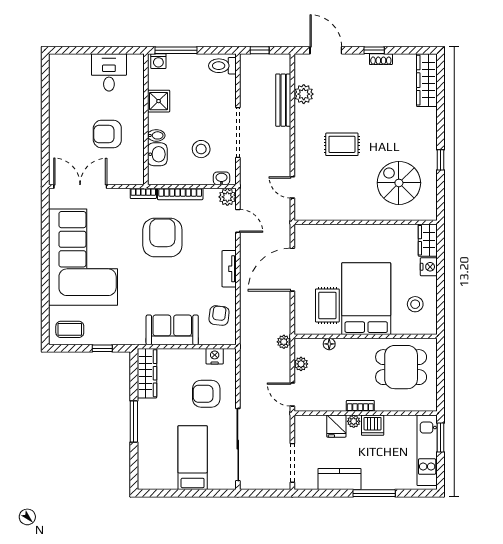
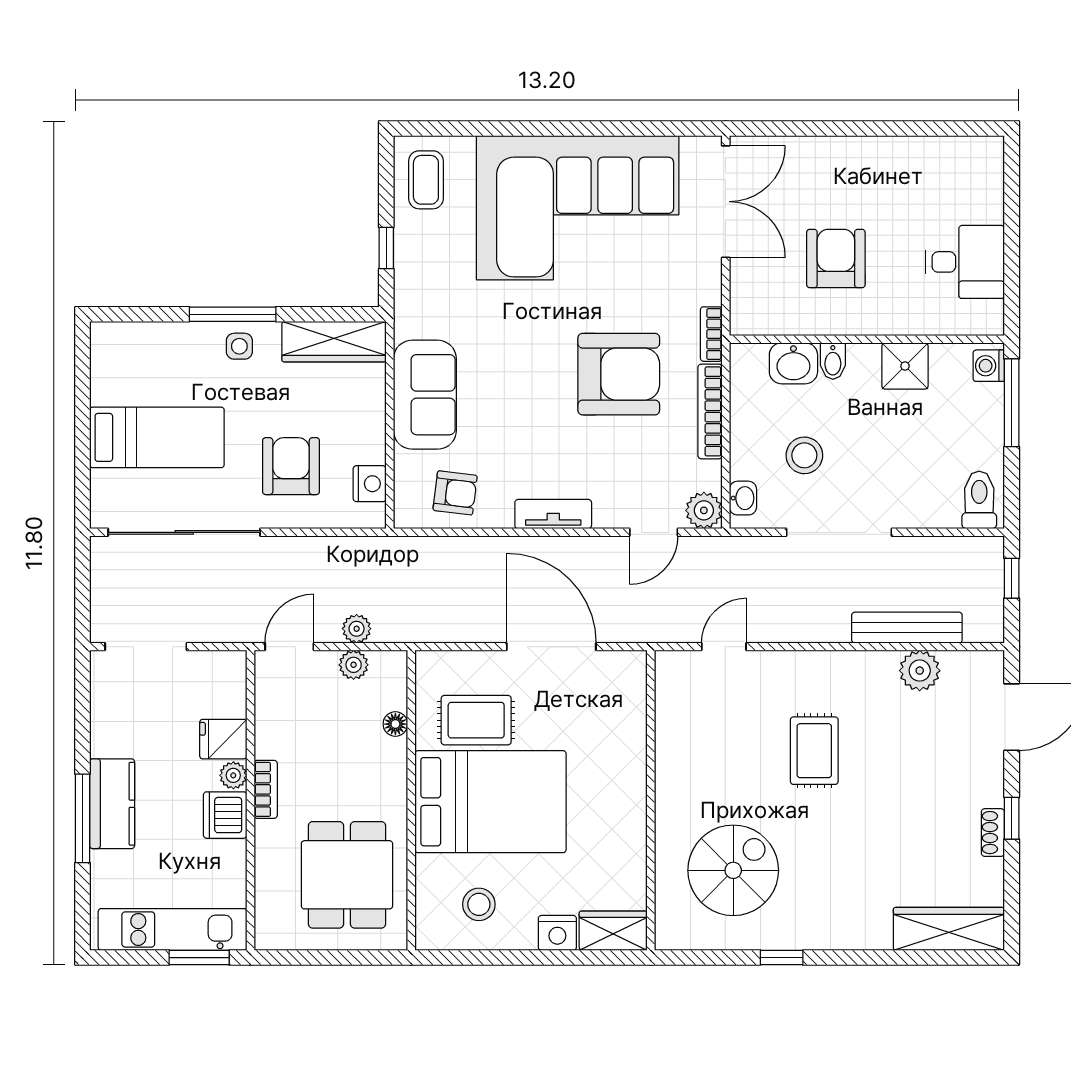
plant: (284, 342) -> (357, 629), moved
side table: (149, 418) -> (239, 346), added
kitchen counter: (339, 479) -> (112, 804), moved

